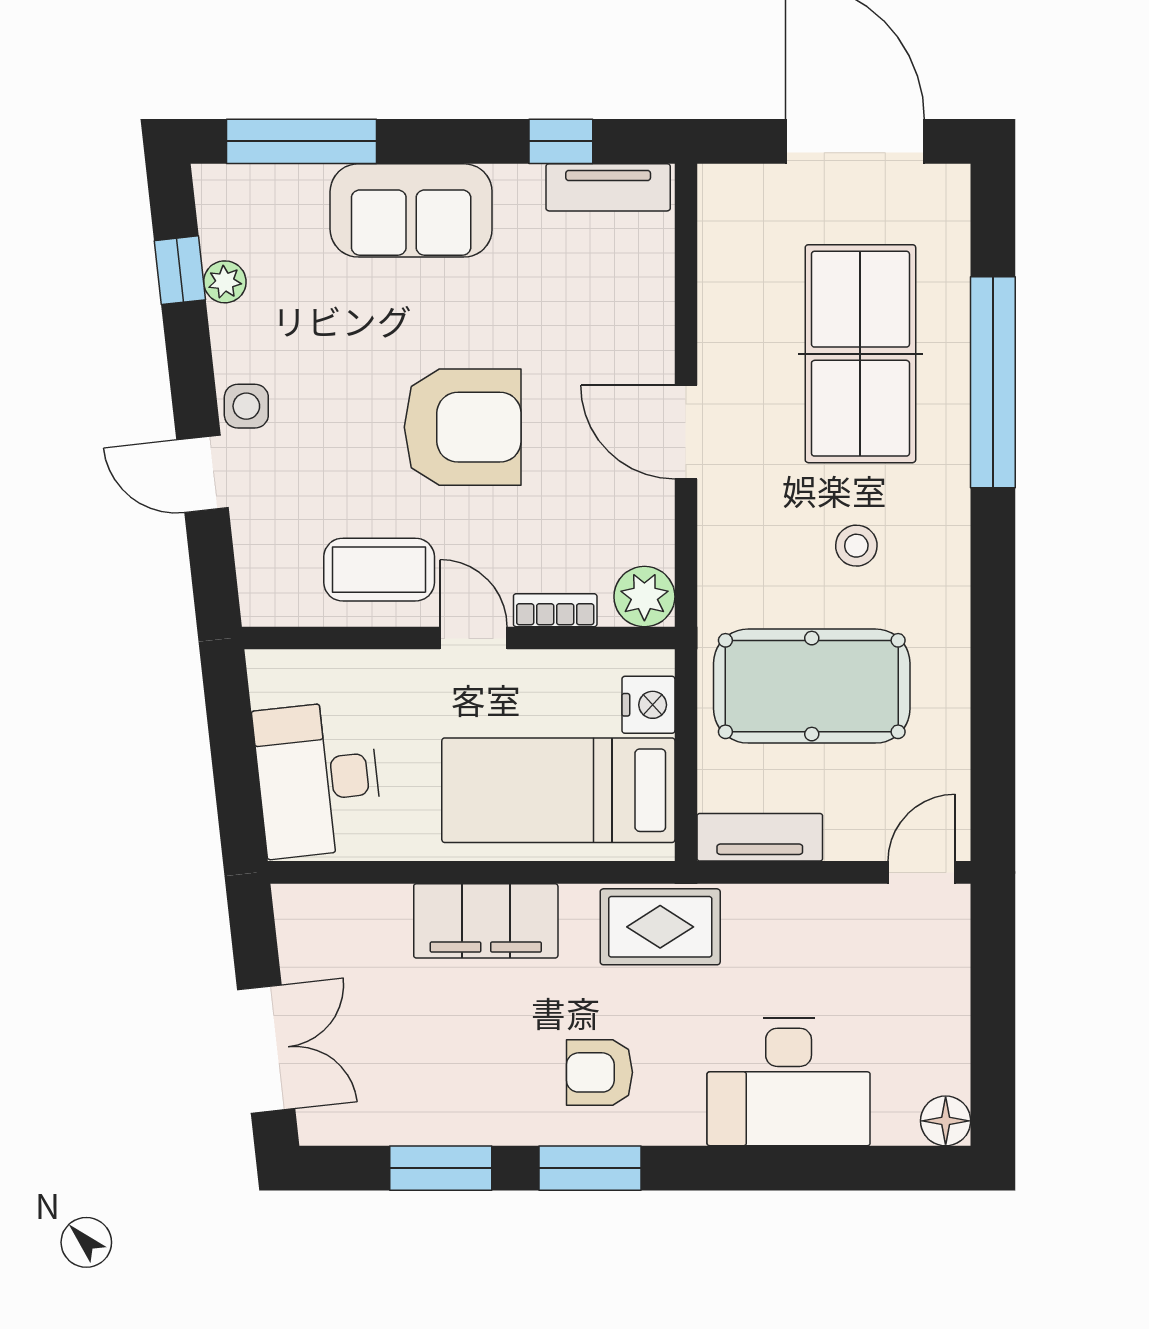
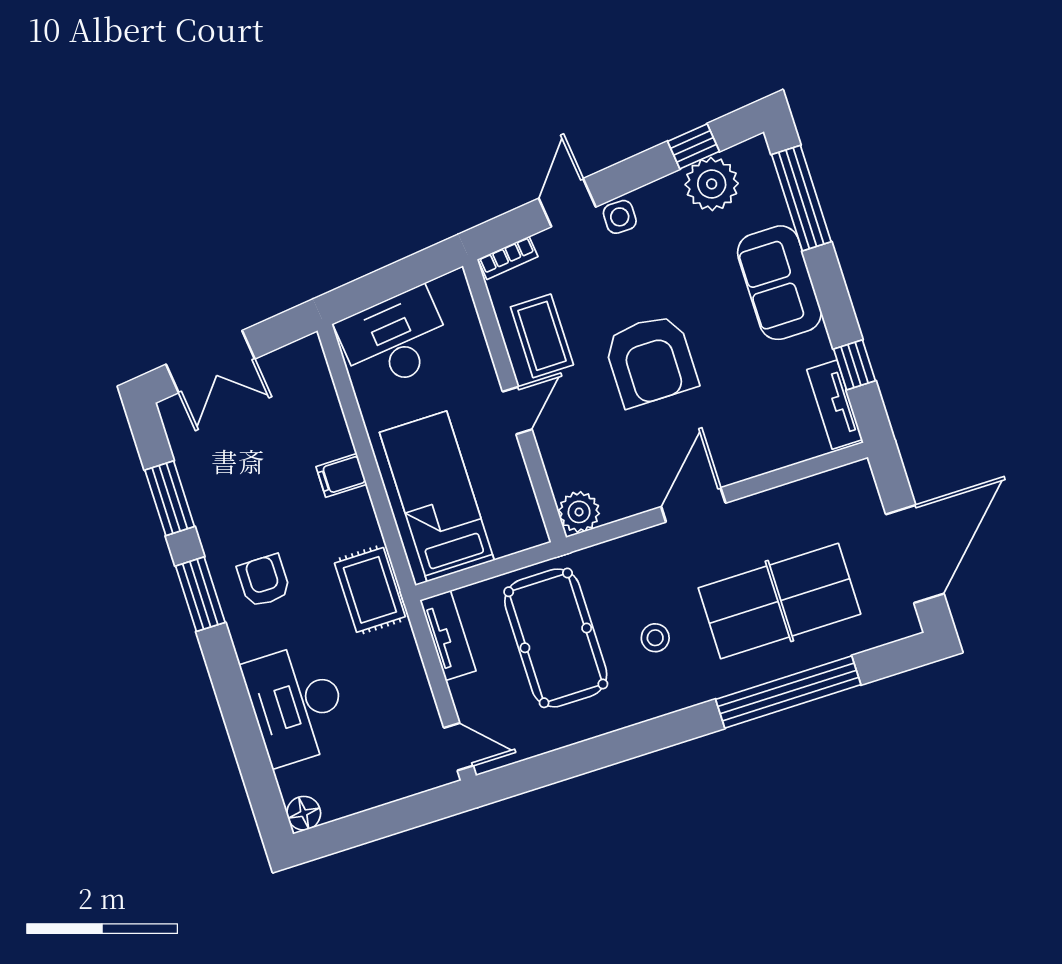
plant: (225, 282) -> (712, 184), width x1.87, depth x1.87
bookcase: (555, 610) -> (508, 258), moved, turned 84
nightstand: (648, 705) -> (510, 537), removed
filing cabinet: (486, 921) -> (341, 475), width x0.33, depth x0.86

